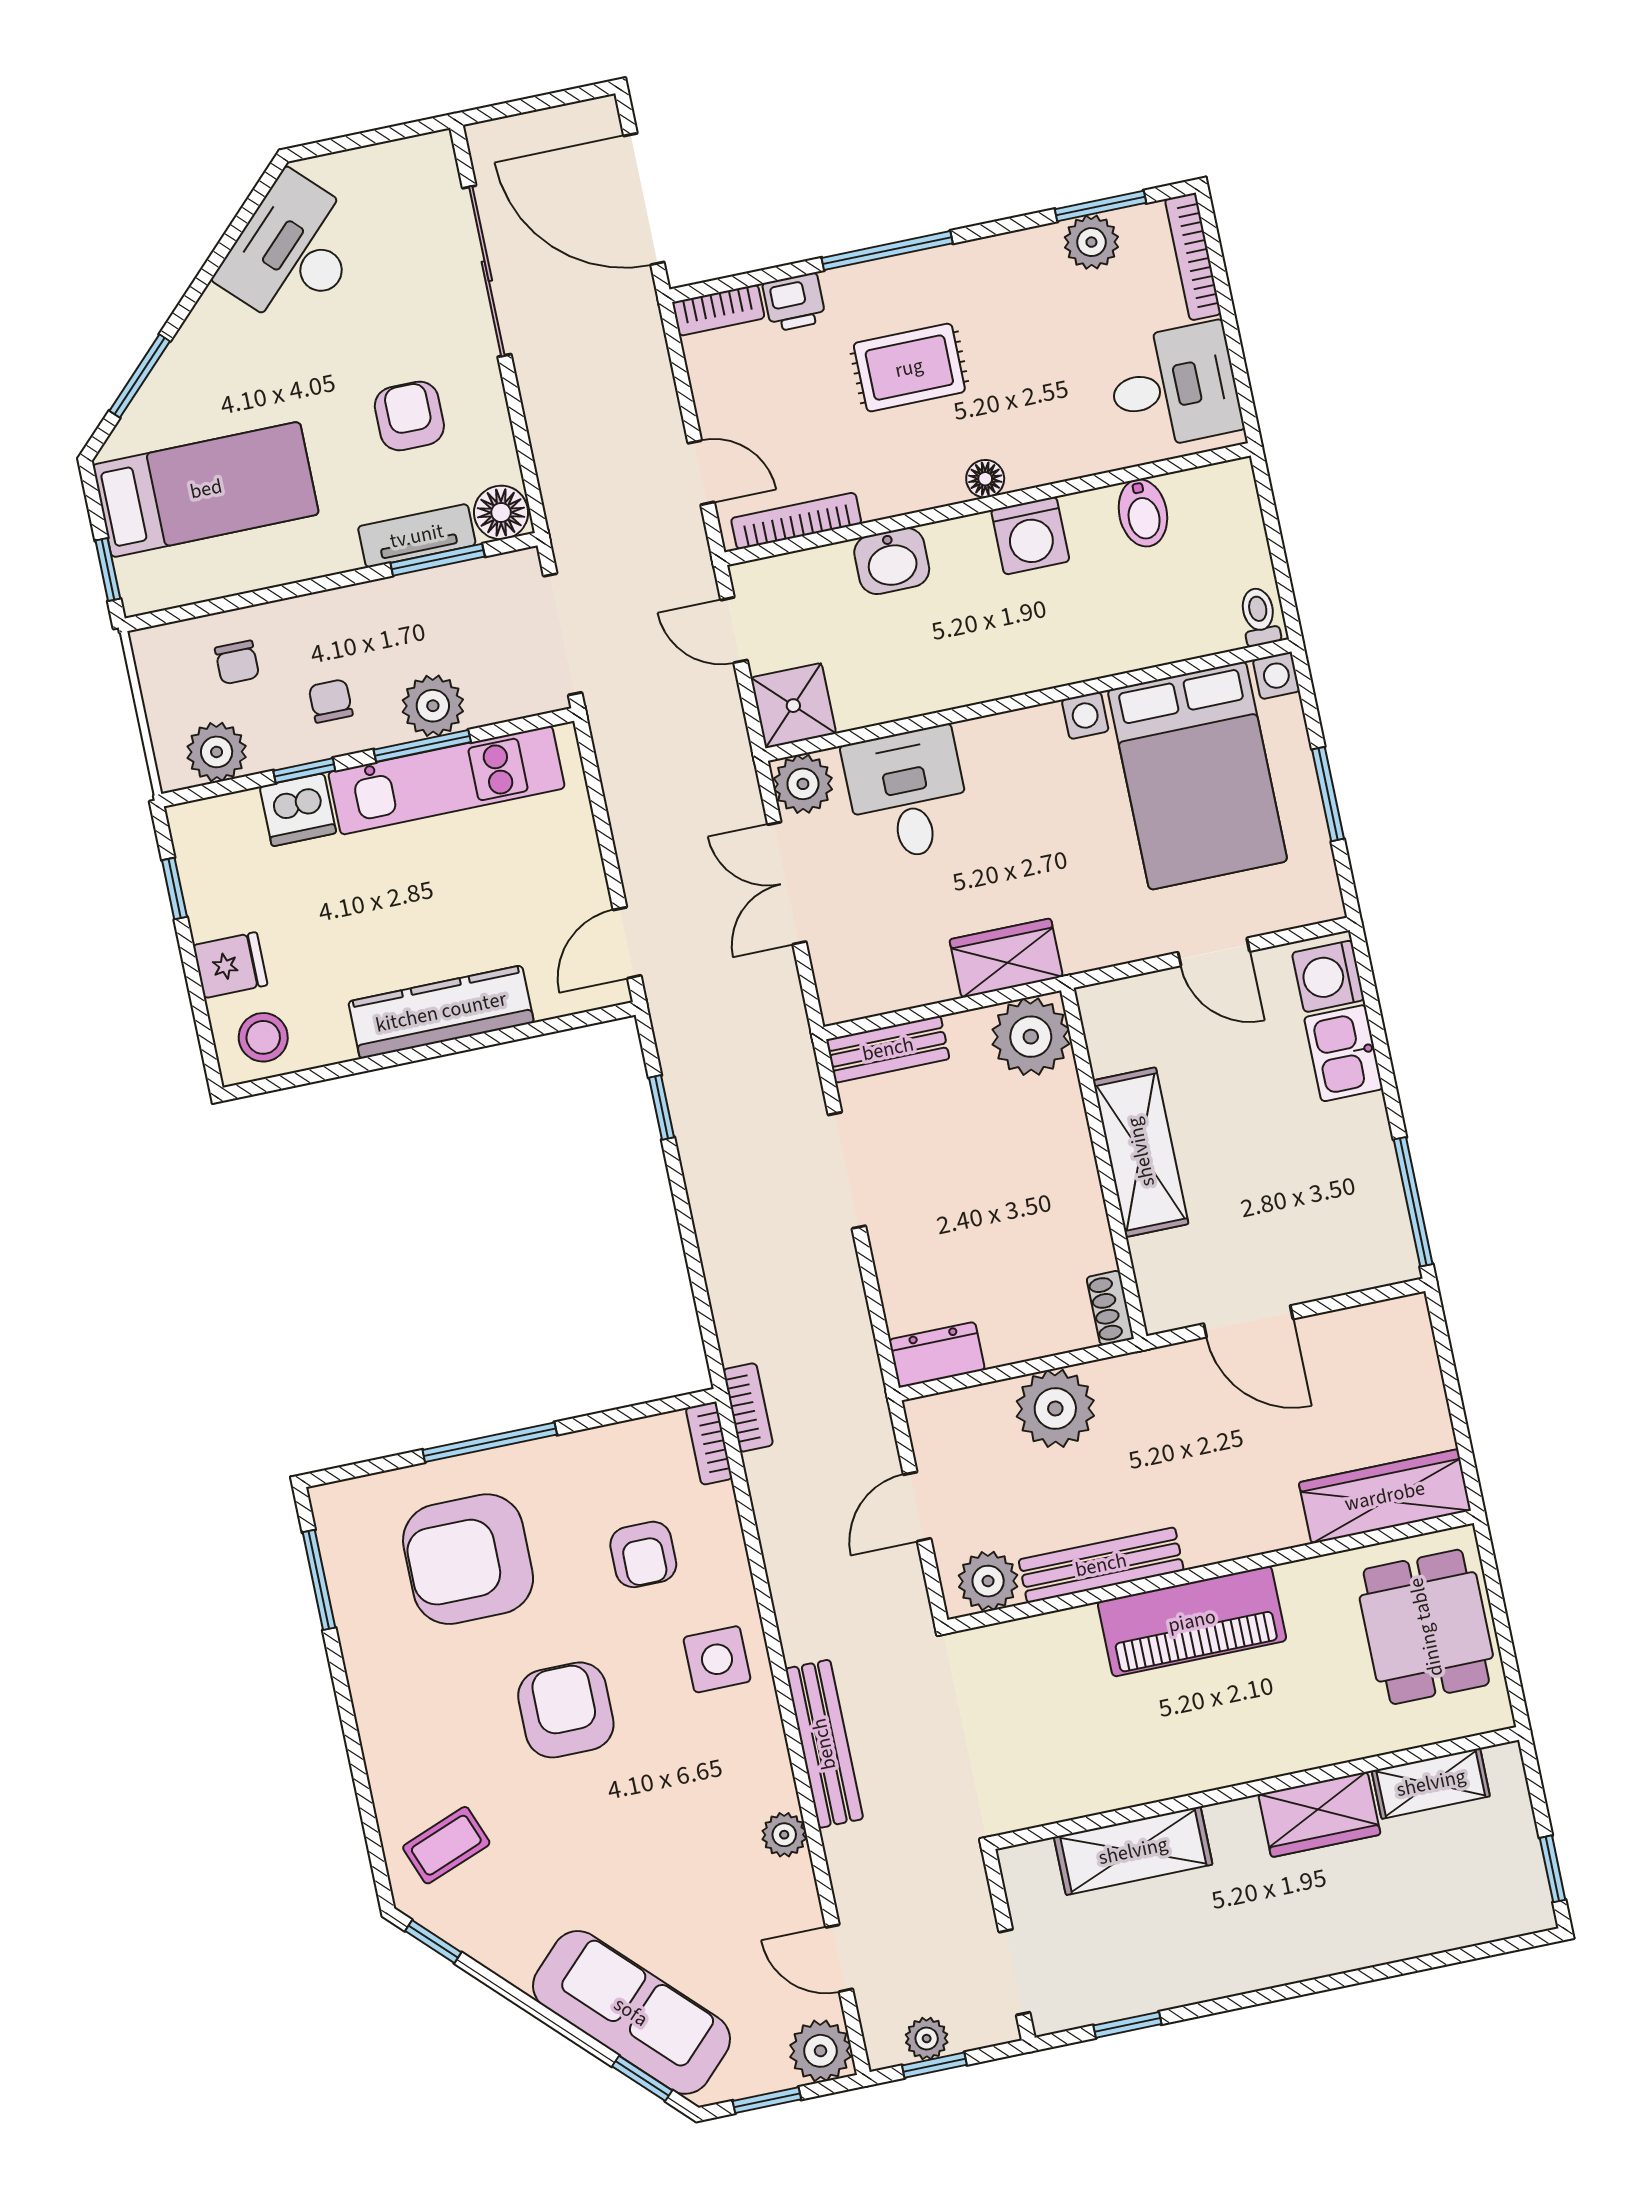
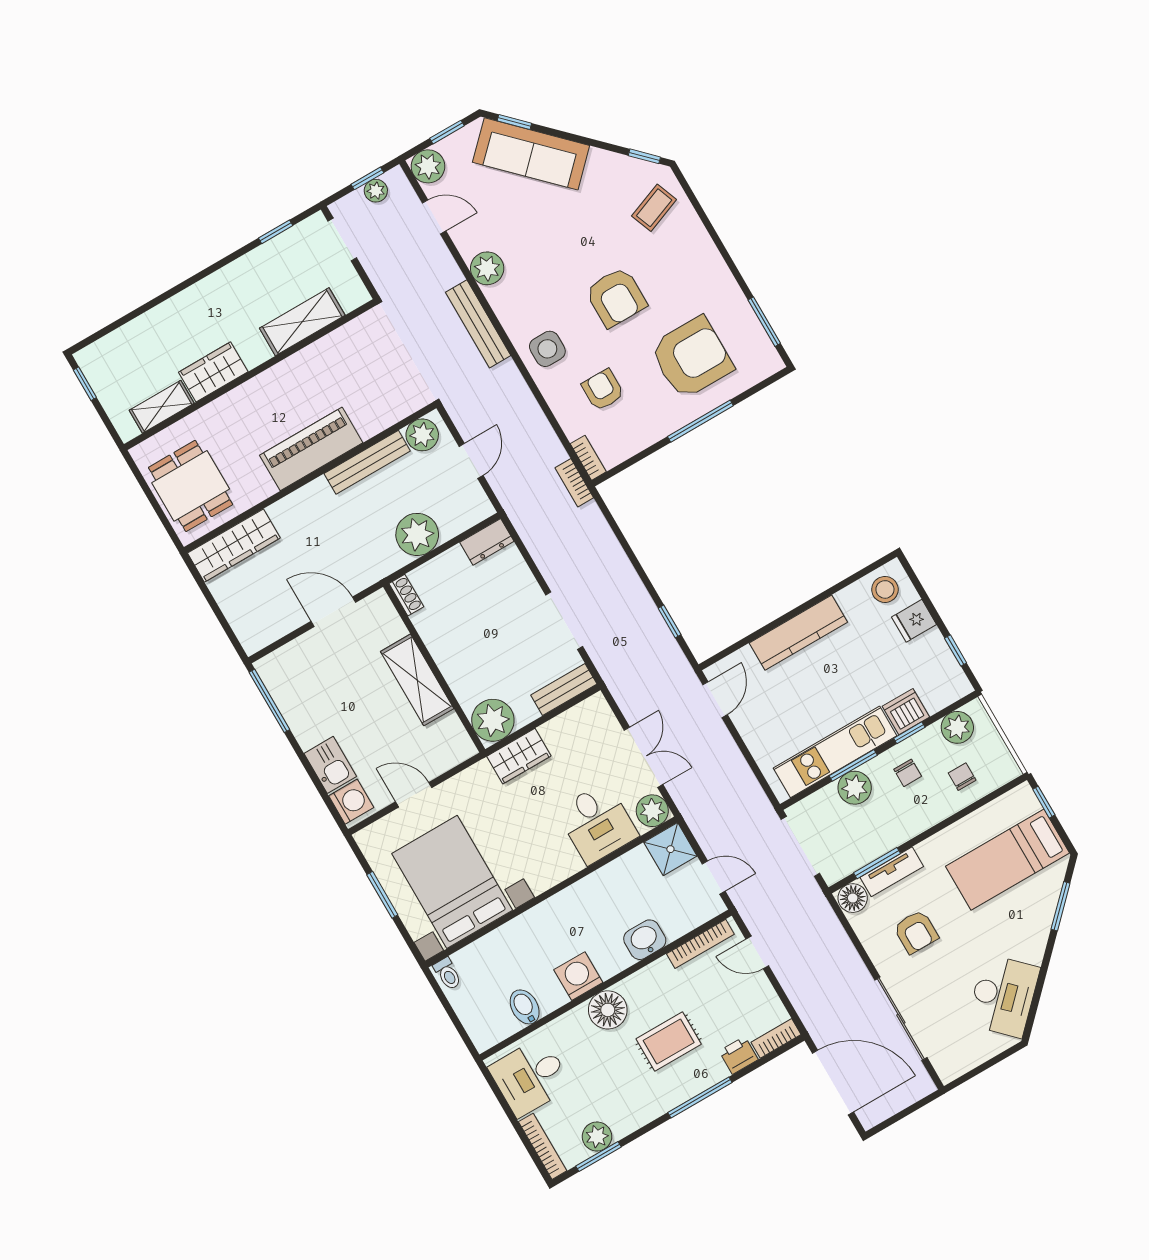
floor lamp: (985, 479) -> (608, 1010), width x1.89, depth x1.89
plant: (784, 1835) -> (487, 268), width x1.38, depth x1.38

